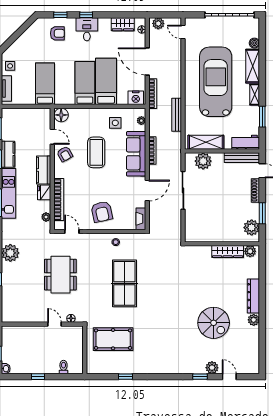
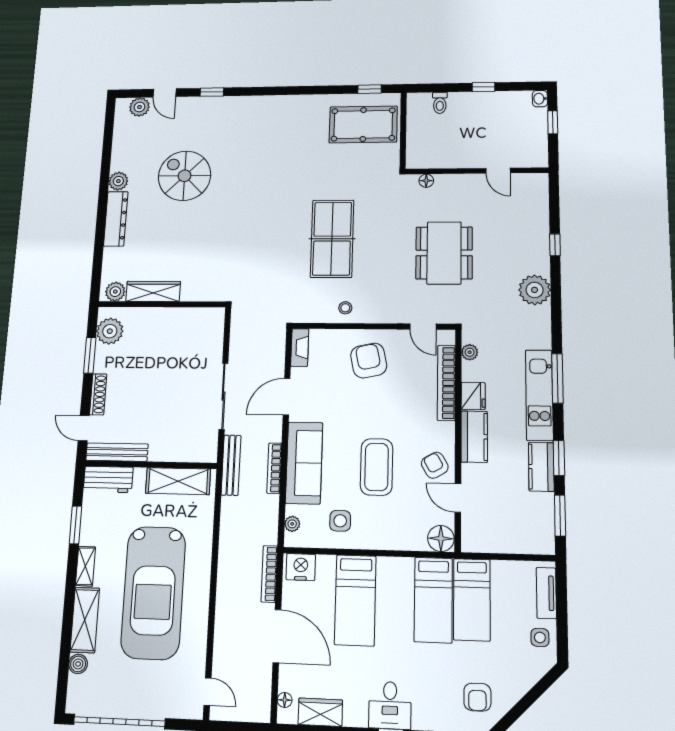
plant: (158, 23) -> (253, 711), removed
armchair: (57, 33) -> (477, 697), moved, turned -90
bed: (85, 83) -> (433, 600), moved
bench: (177, 115) -> (231, 465), moved
plant: (203, 161) -> (185, 447), removed
door: (54, 324) -> (498, 171), moved
pool table: (113, 339) -> (363, 124), moved
plant: (212, 368) -> (139, 107), moved
window: (125, 377) -> (370, 89), moved

